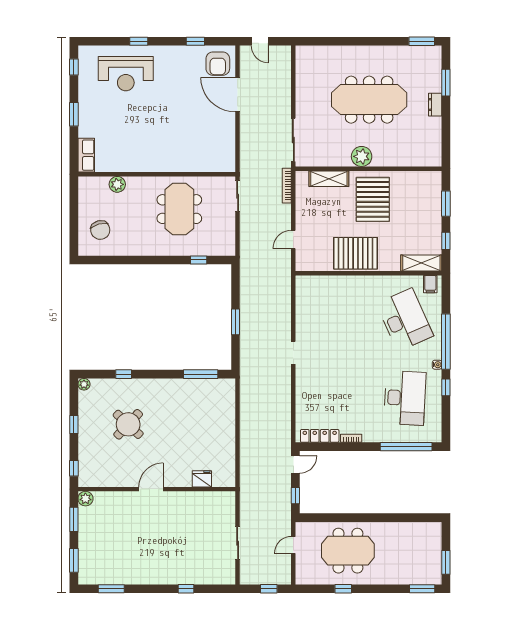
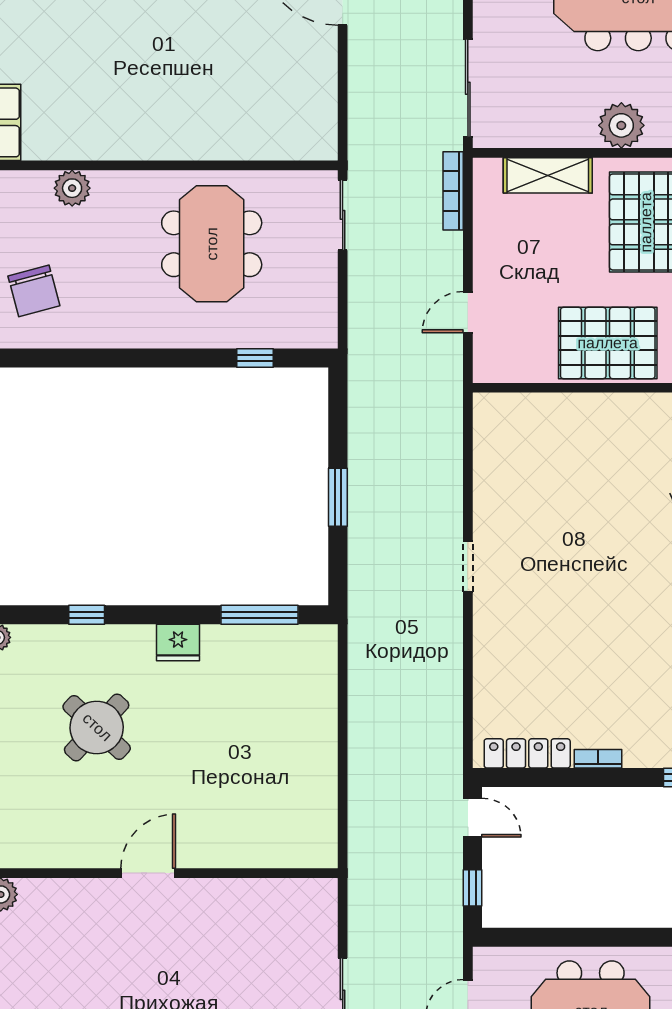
door: (295, 464) -> (473, 818), hinge flipped
fridge: (202, 479) -> (178, 643), moved, turned 180

